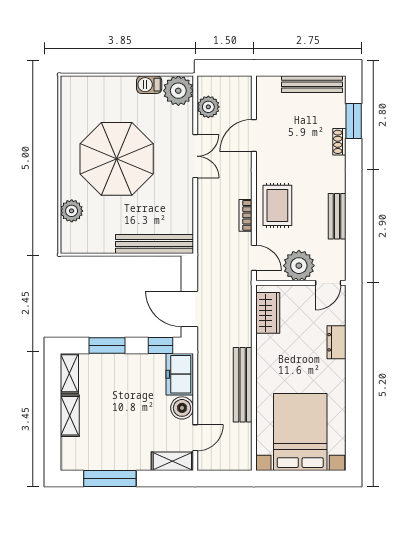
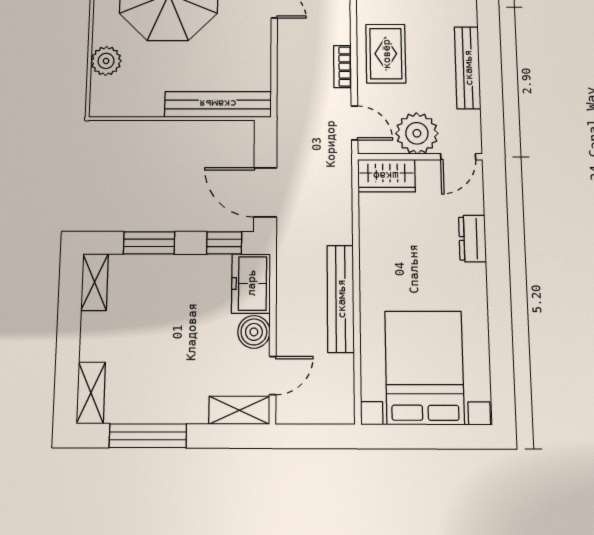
bench: (337, 216) -> (468, 68), width x1.36
wardrobe: (268, 313) -> (386, 176), moved, turned 90
shelving: (70, 416) -> (91, 393), moved

